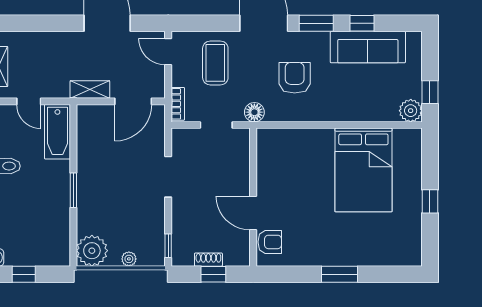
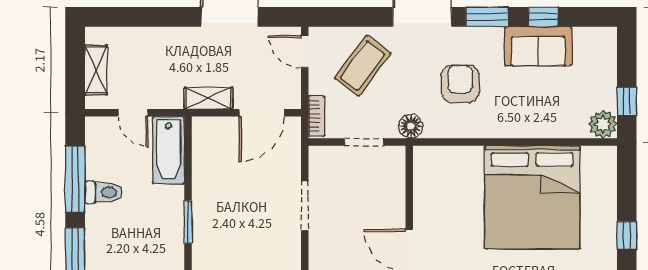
sofa: (368, 47) -> (538, 46), width x0.73
coffee table: (215, 63) -> (363, 66), turned 37
bed: (363, 170) -> (532, 197), width x1.36

